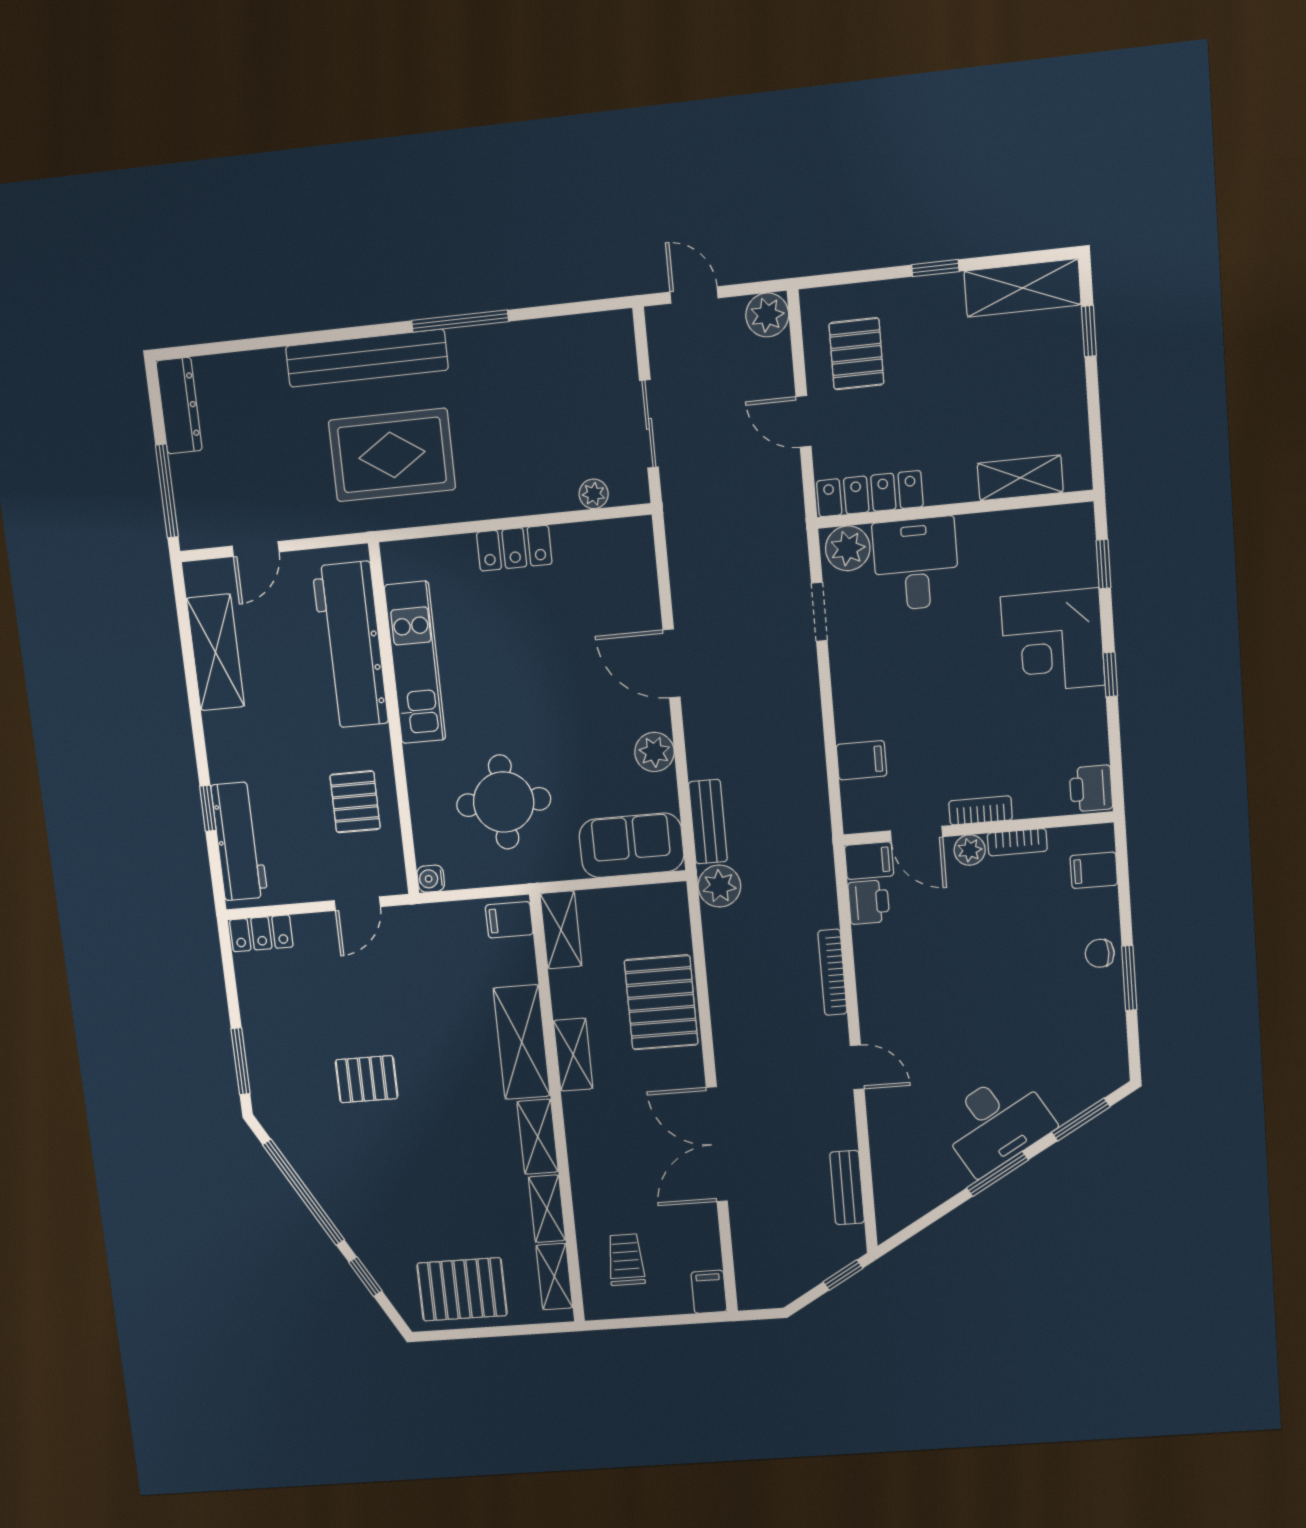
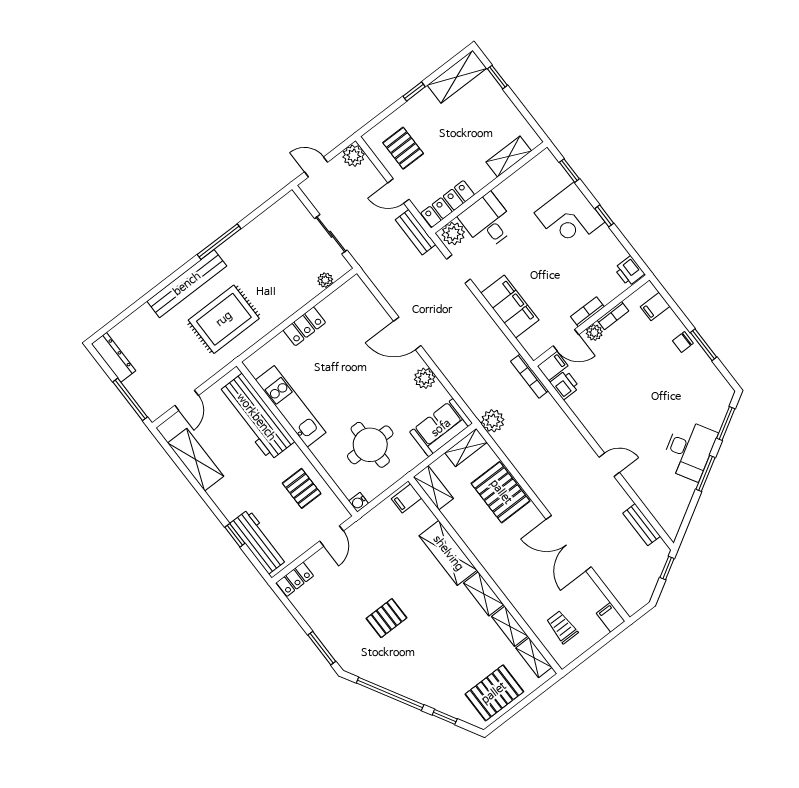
filing cabinet: (862, 760) -> (510, 307), width x3.00, depth x1.17
bench: (708, 822) -> (416, 232), moved
bookcase: (832, 972) -> (530, 376), moved
shelving: (573, 1055) -> (466, 447), moved, turned 90

